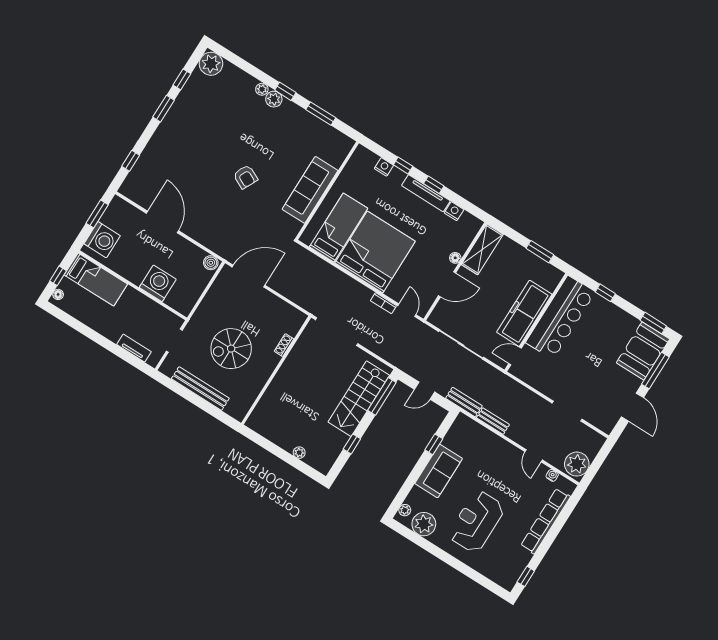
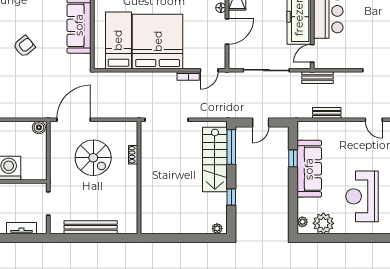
armchair: (245, 177) -> (24, 46), turned -65
door: (407, 310) -> (209, 70), swing flipped
spiral stairs: (231, 349) -> (93, 158), moved, turned -90
bench: (464, 402) -> (317, 78), moved
plant: (299, 453) -> (217, 229), moved
sofa: (439, 471) -> (309, 169), width x1.36

